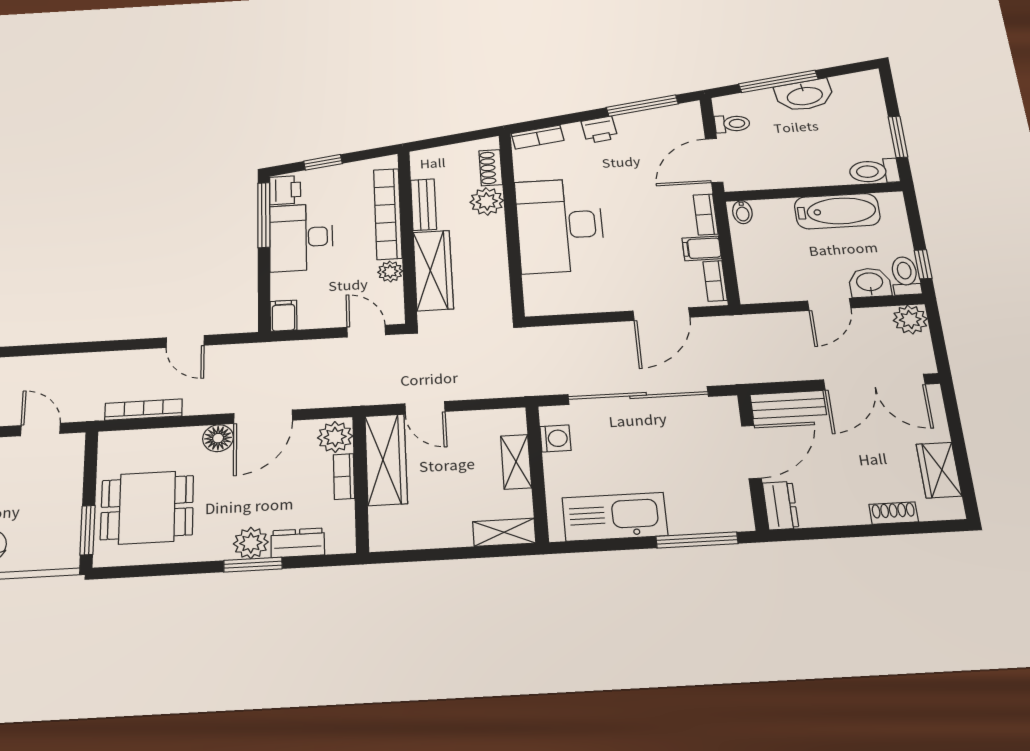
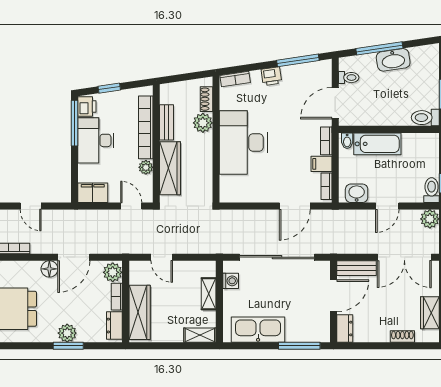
bathtub: (837, 211) -> (377, 144), moved
washbasin: (870, 283) -> (357, 193), moved
filing cabinet: (283, 316) -> (93, 193), width x2.00
wardrobe: (386, 460) -> (140, 312), moved
dresser: (298, 543) -> (114, 326), moved, turned -90

